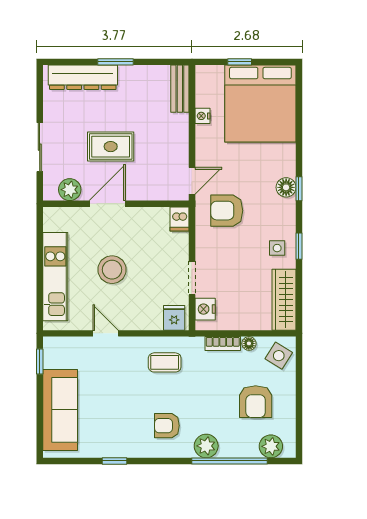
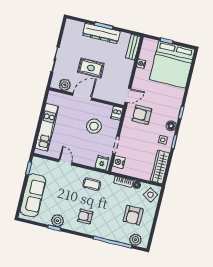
dresser: (83, 77) -> (101, 33), moved
floor lamp: (286, 187) -> (171, 126), moved
stool: (112, 270) -> (94, 126), moved
plant: (206, 446) -> (58, 221), moved

